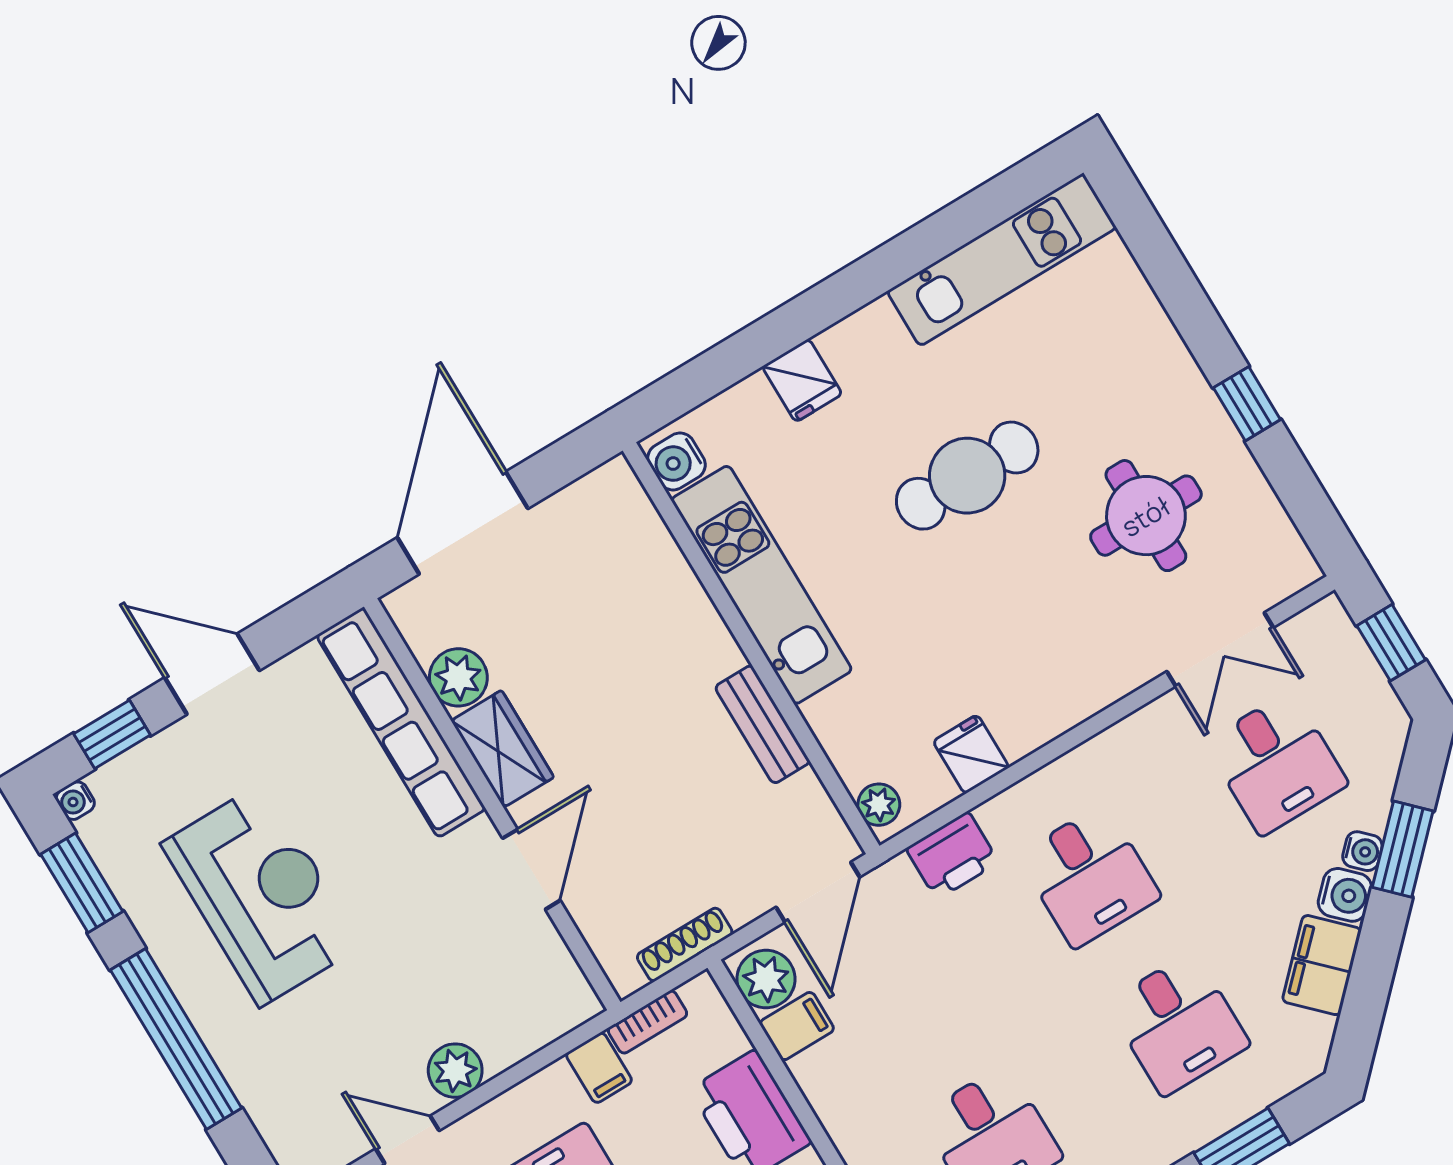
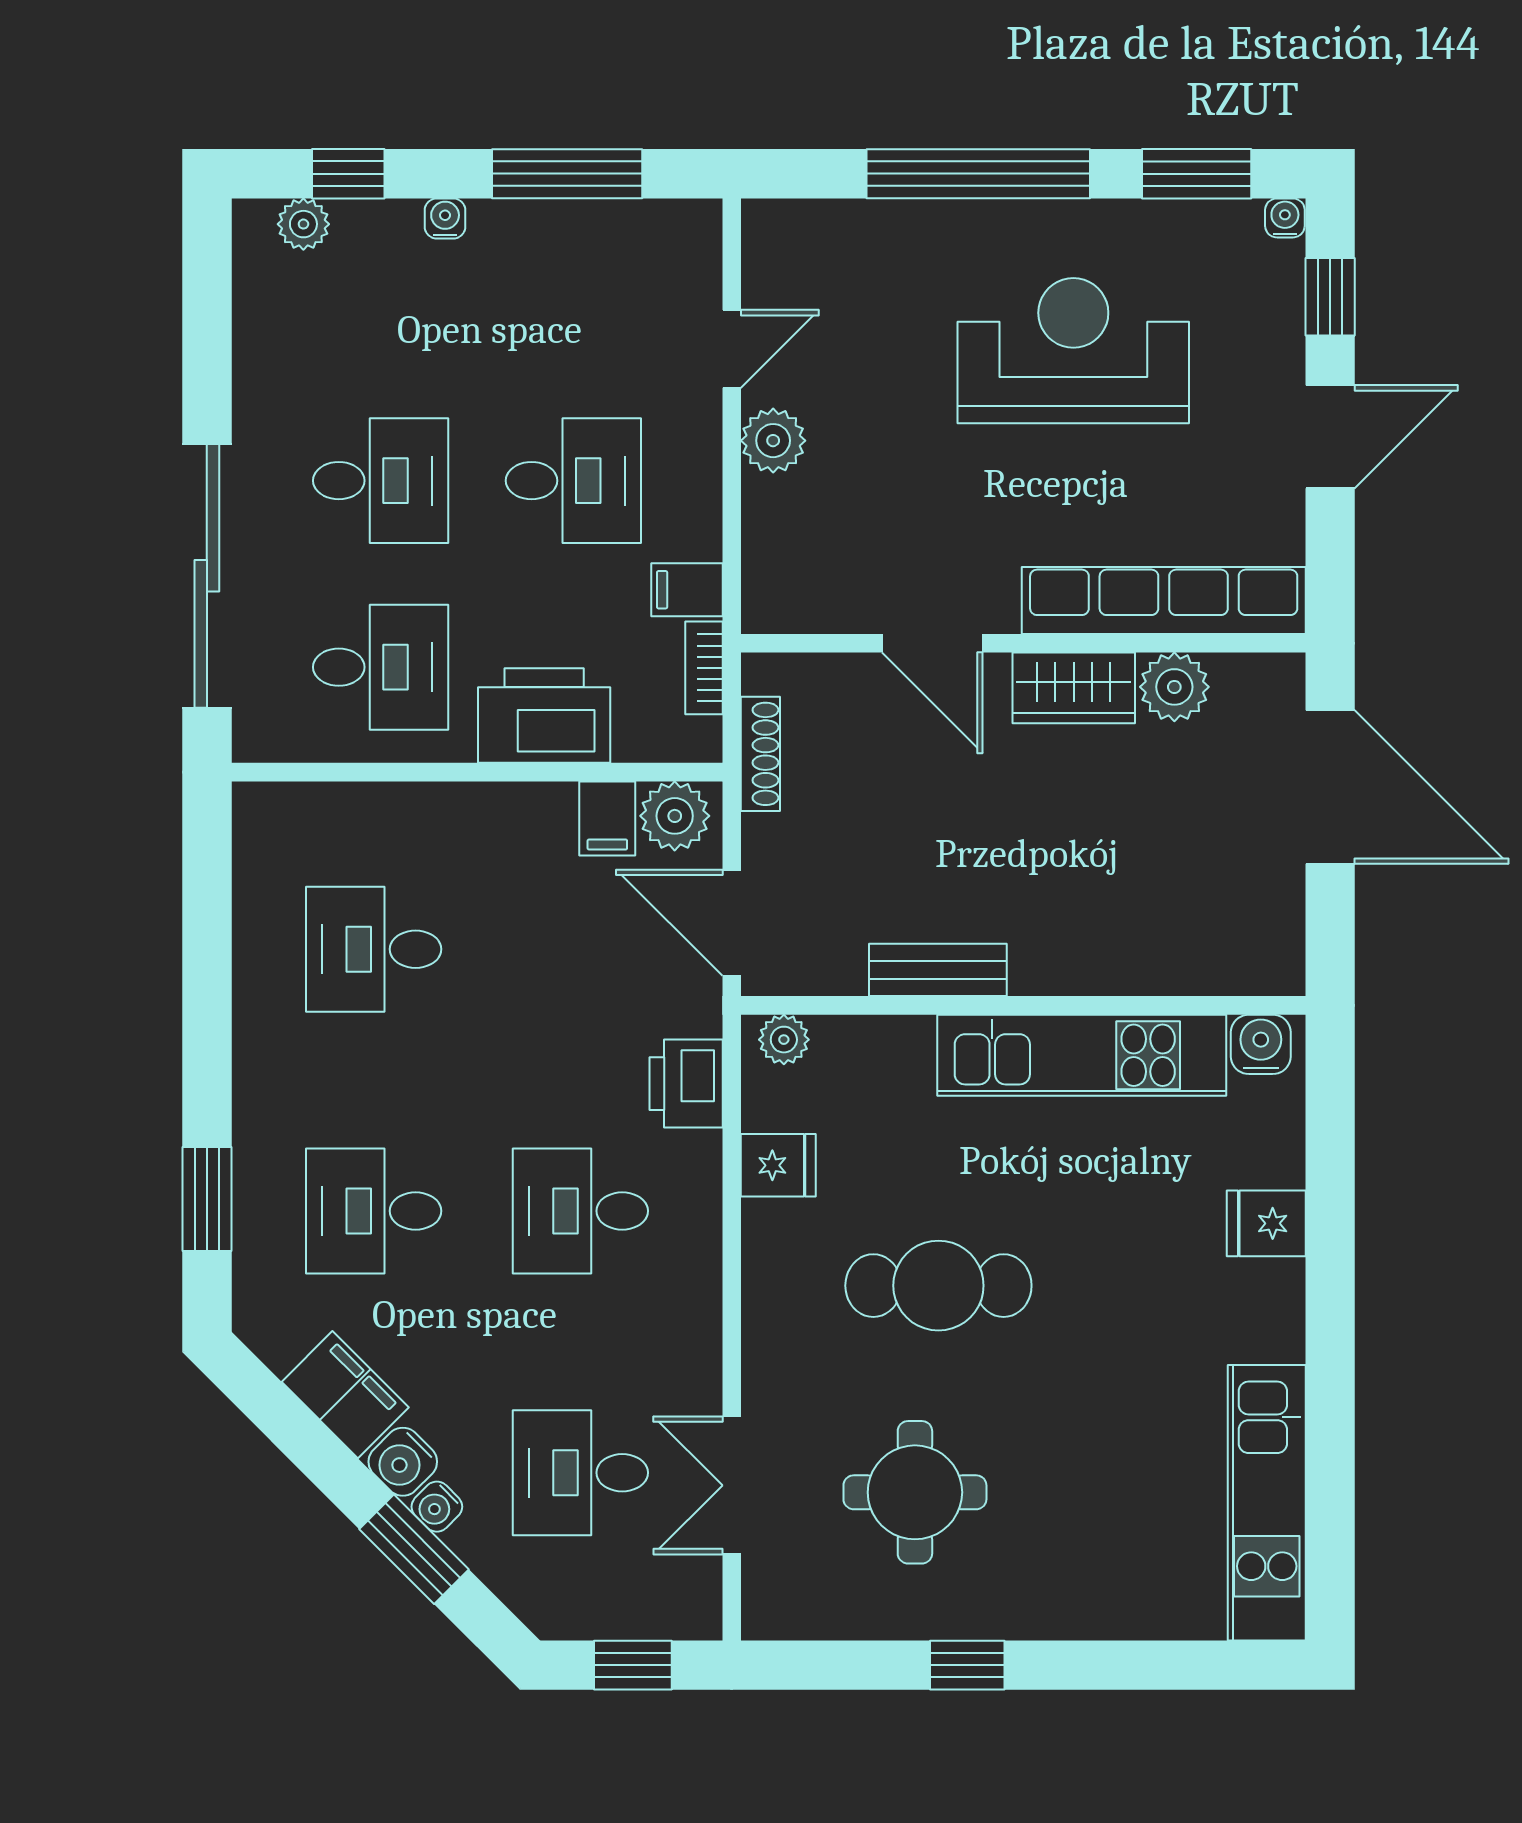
cafe table: (967, 476) -> (938, 1286), moved, turned 90
reception desk: (261, 895) -> (1073, 351), turned 180

